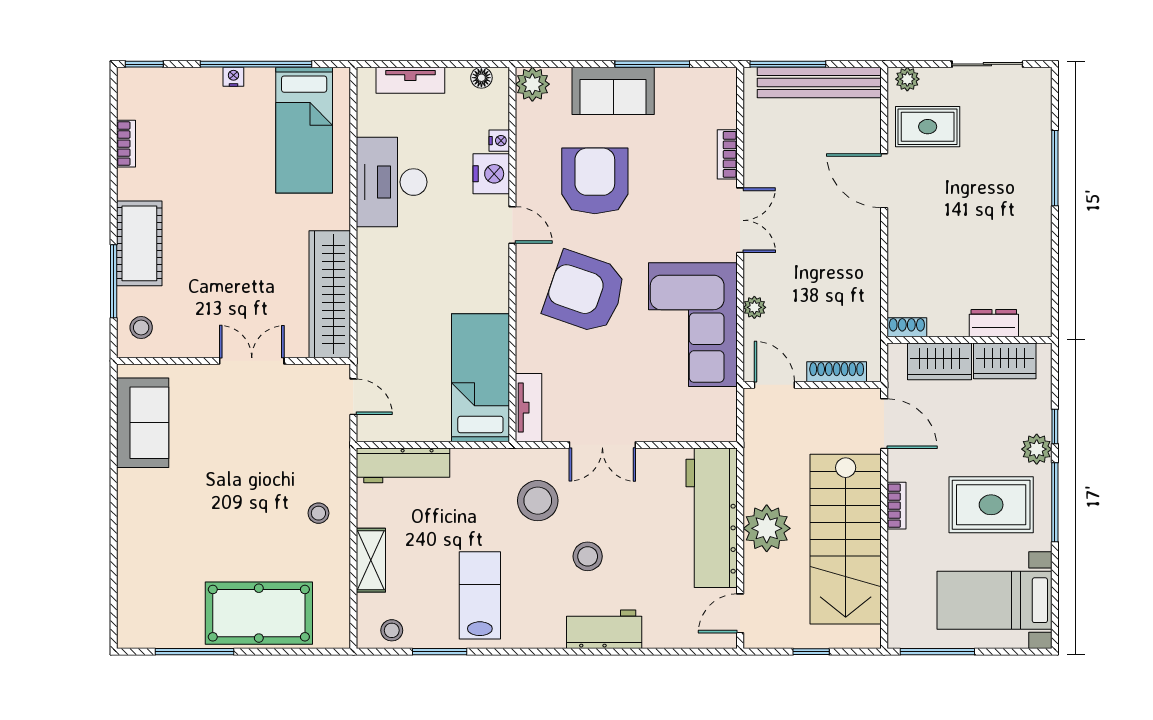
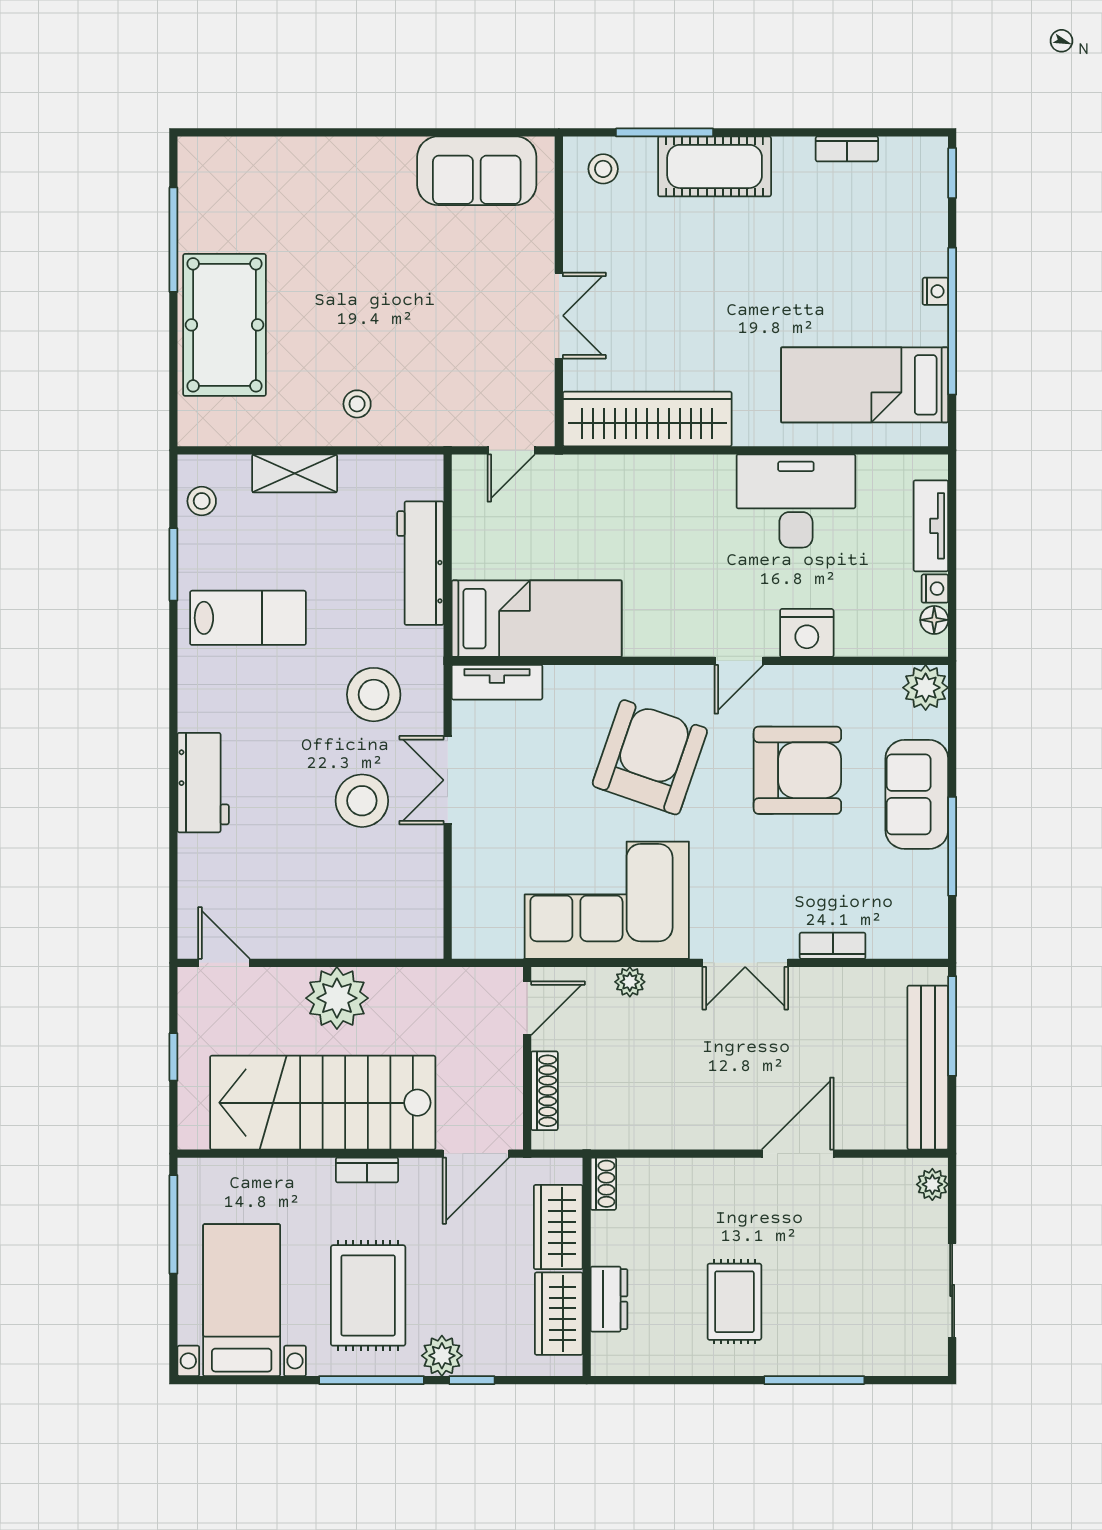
rug: (928, 127) -> (734, 1302), moved
nightstand: (499, 141) -> (935, 589), moved, turned -90
workbench: (403, 465) -> (420, 563), moved
workbench: (712, 518) -> (351, 925), removed
stool: (588, 556) -> (362, 801), moved, width x1.38, depth x1.38

